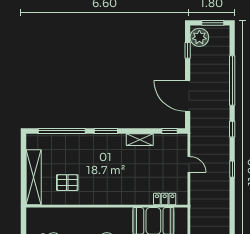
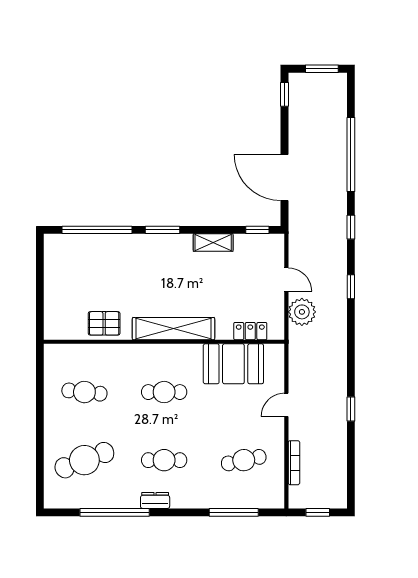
plant: (199, 37) -> (302, 312), moved
window: (188, 50) -> (284, 94), moved
shelving: (34, 177) -> (173, 329), moved, turned 90
pallet: (67, 183) -> (104, 323), moved

